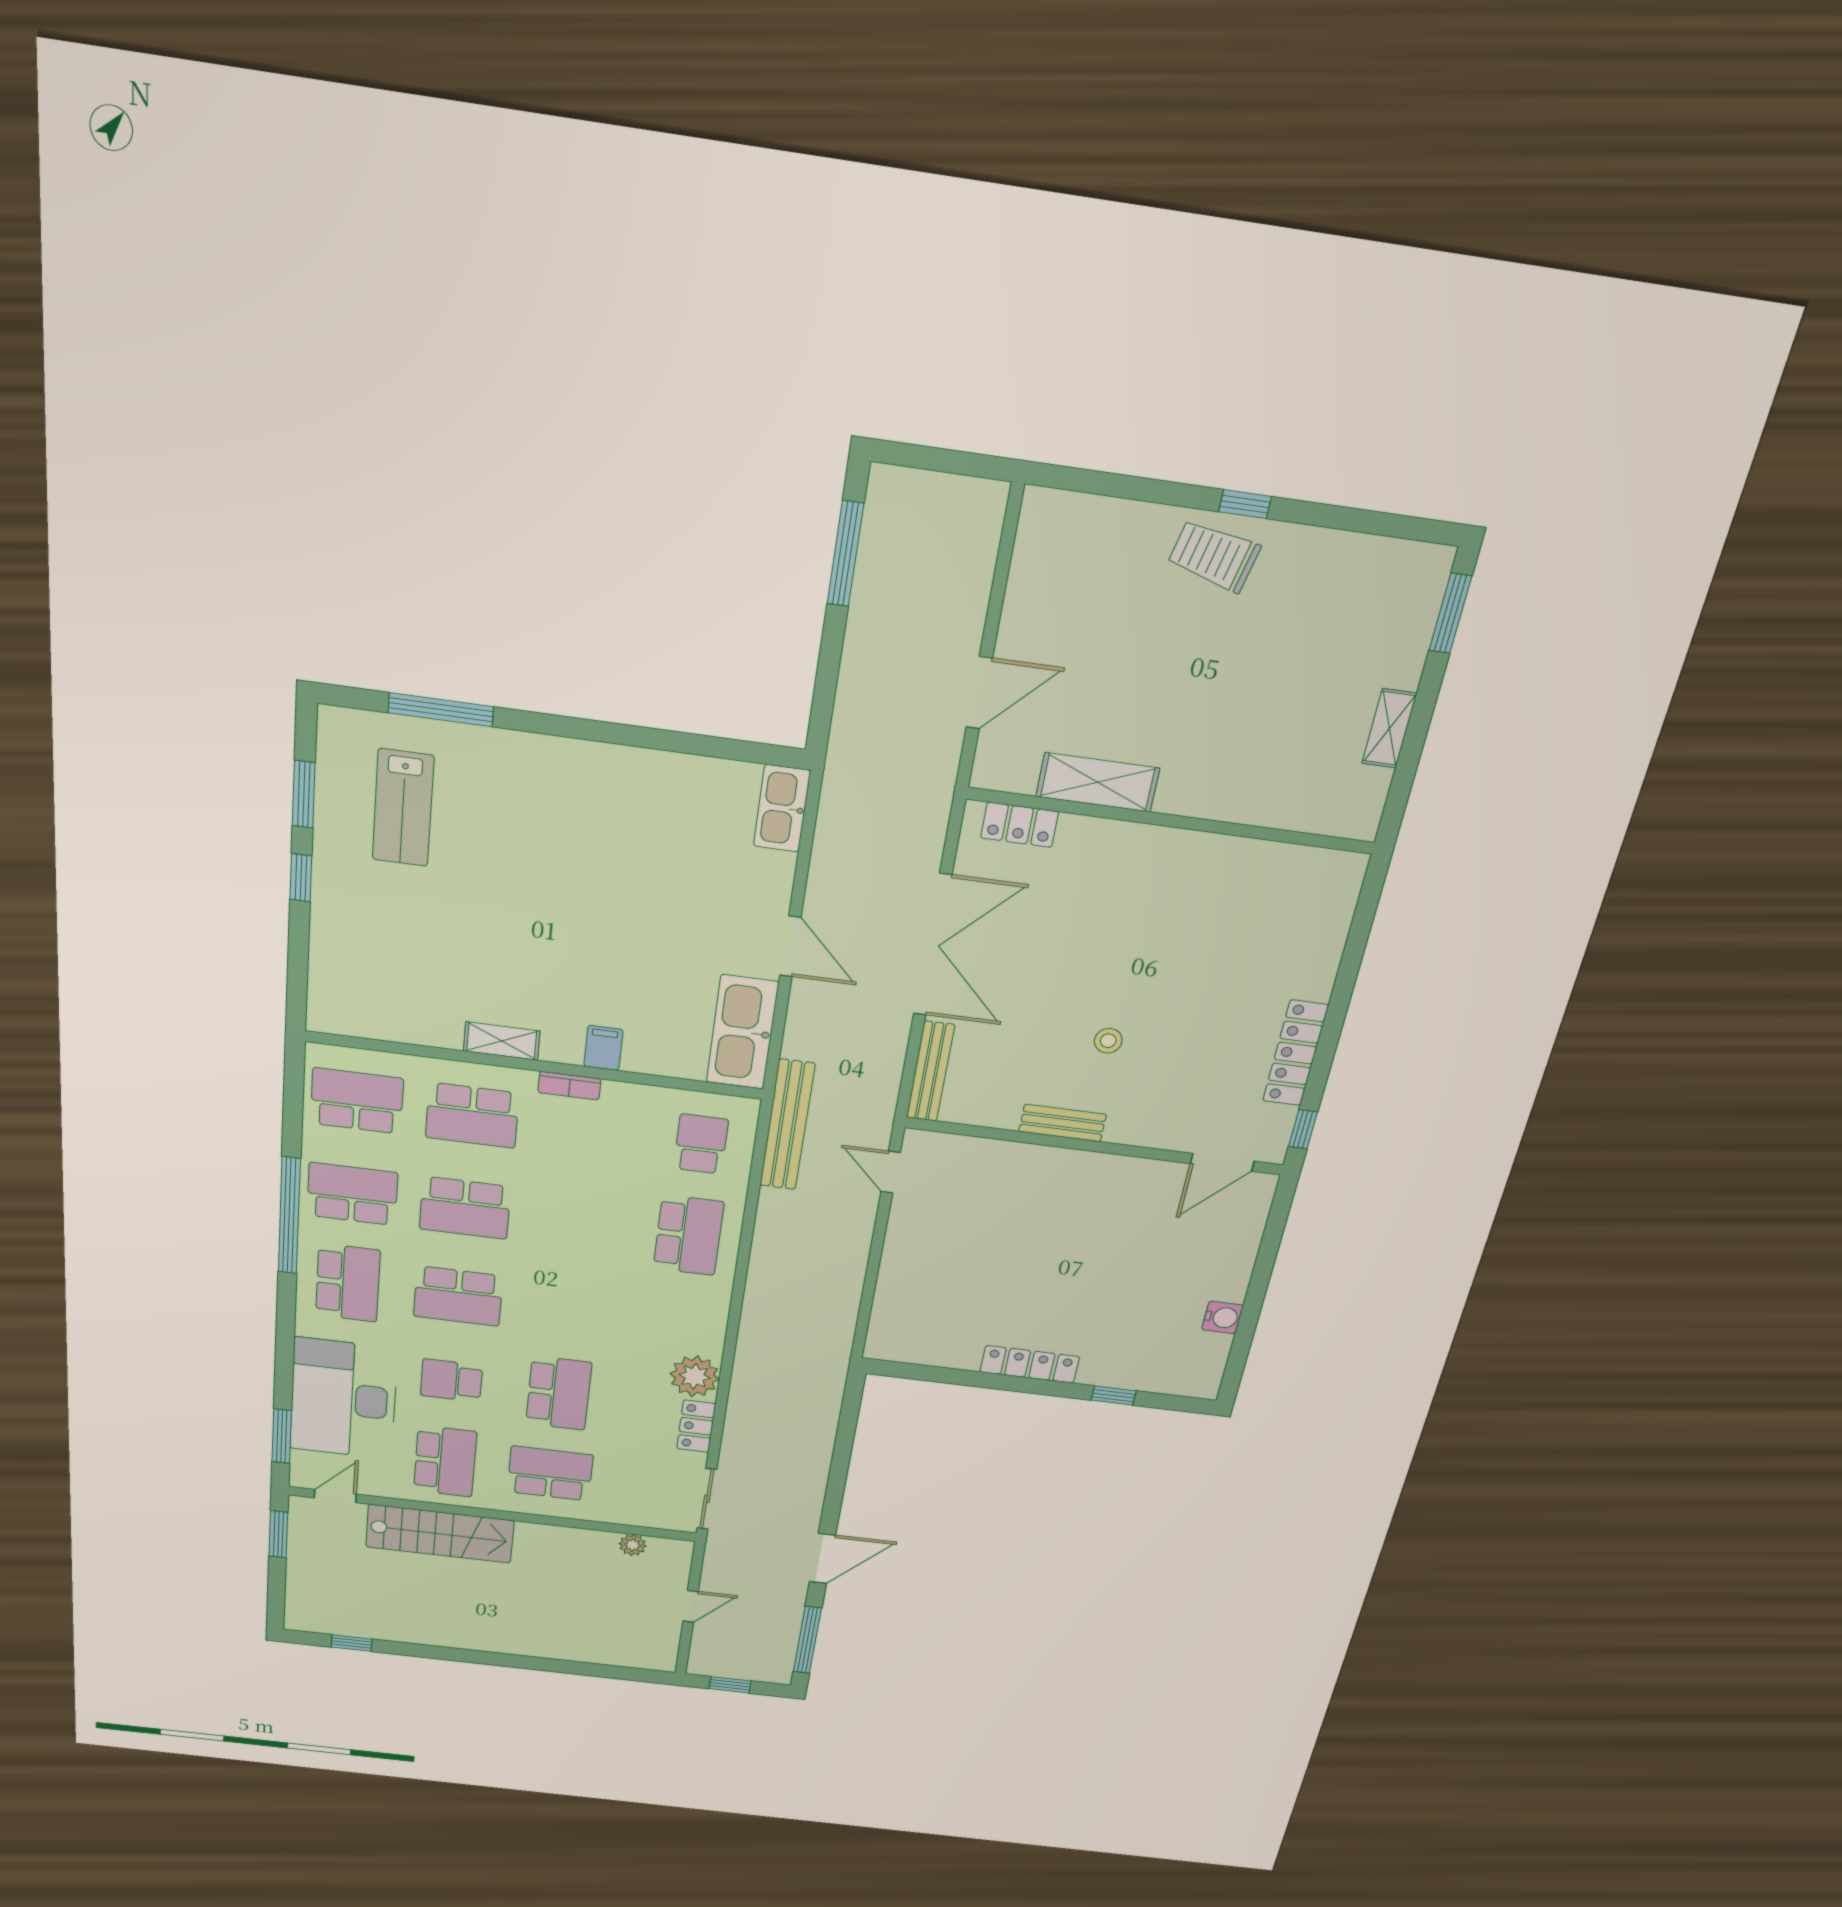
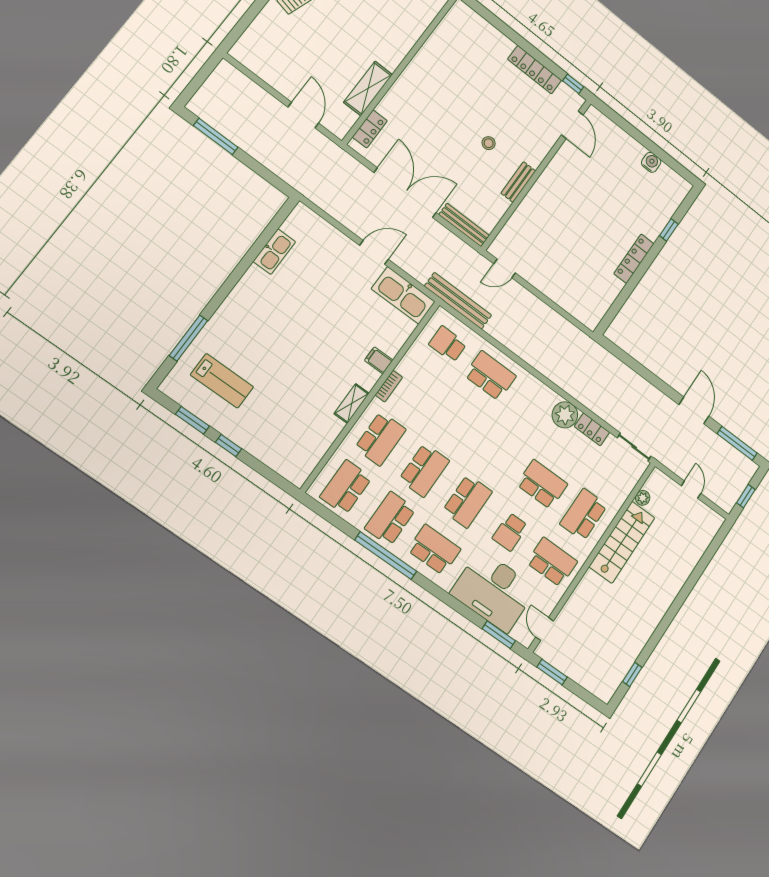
kitchen sink: (782, 808) -> (274, 252), moved, turned -90
stairs: (440, 1534) -> (622, 542), moved

